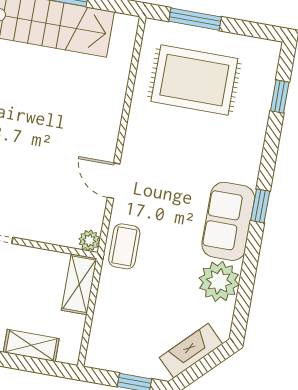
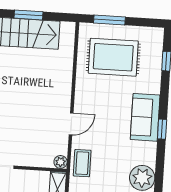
door: (114, 181) -> (71, 124), swing flipped
sofa: (228, 221) -> (145, 117), moved

